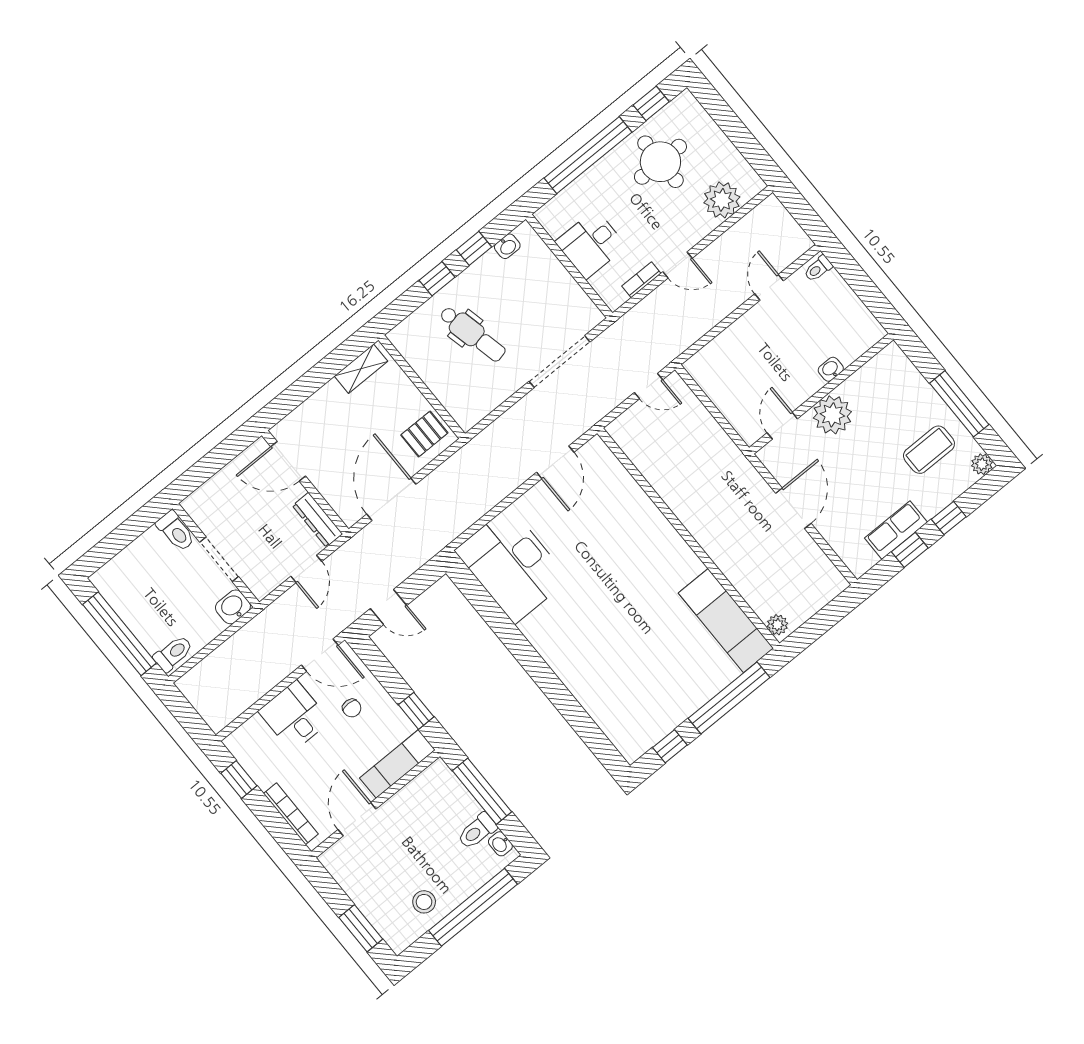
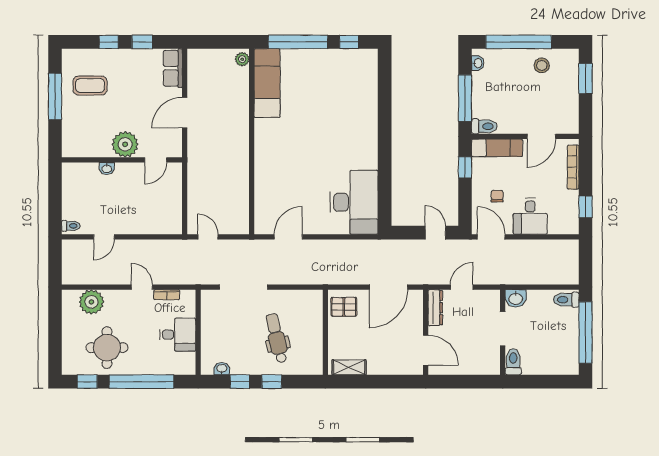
plant: (982, 464) -> (69, 56), removed
row of seats: (896, 530) -> (173, 68), moved, turned 90
toilet: (477, 831) -> (484, 126), moved

